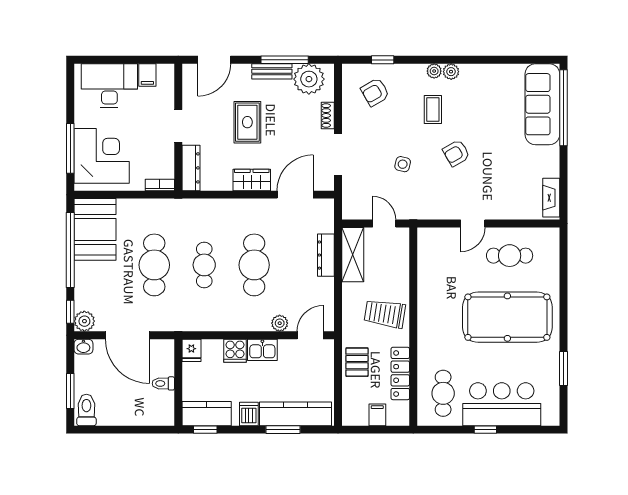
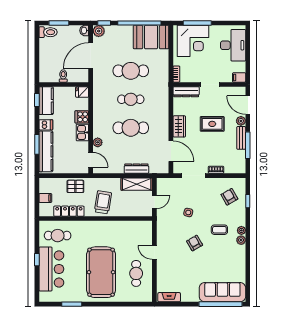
filing cabinet: (147, 75) -> (239, 77), moved
plant: (309, 79) -> (241, 121), moved, width x0.53, depth x0.53

